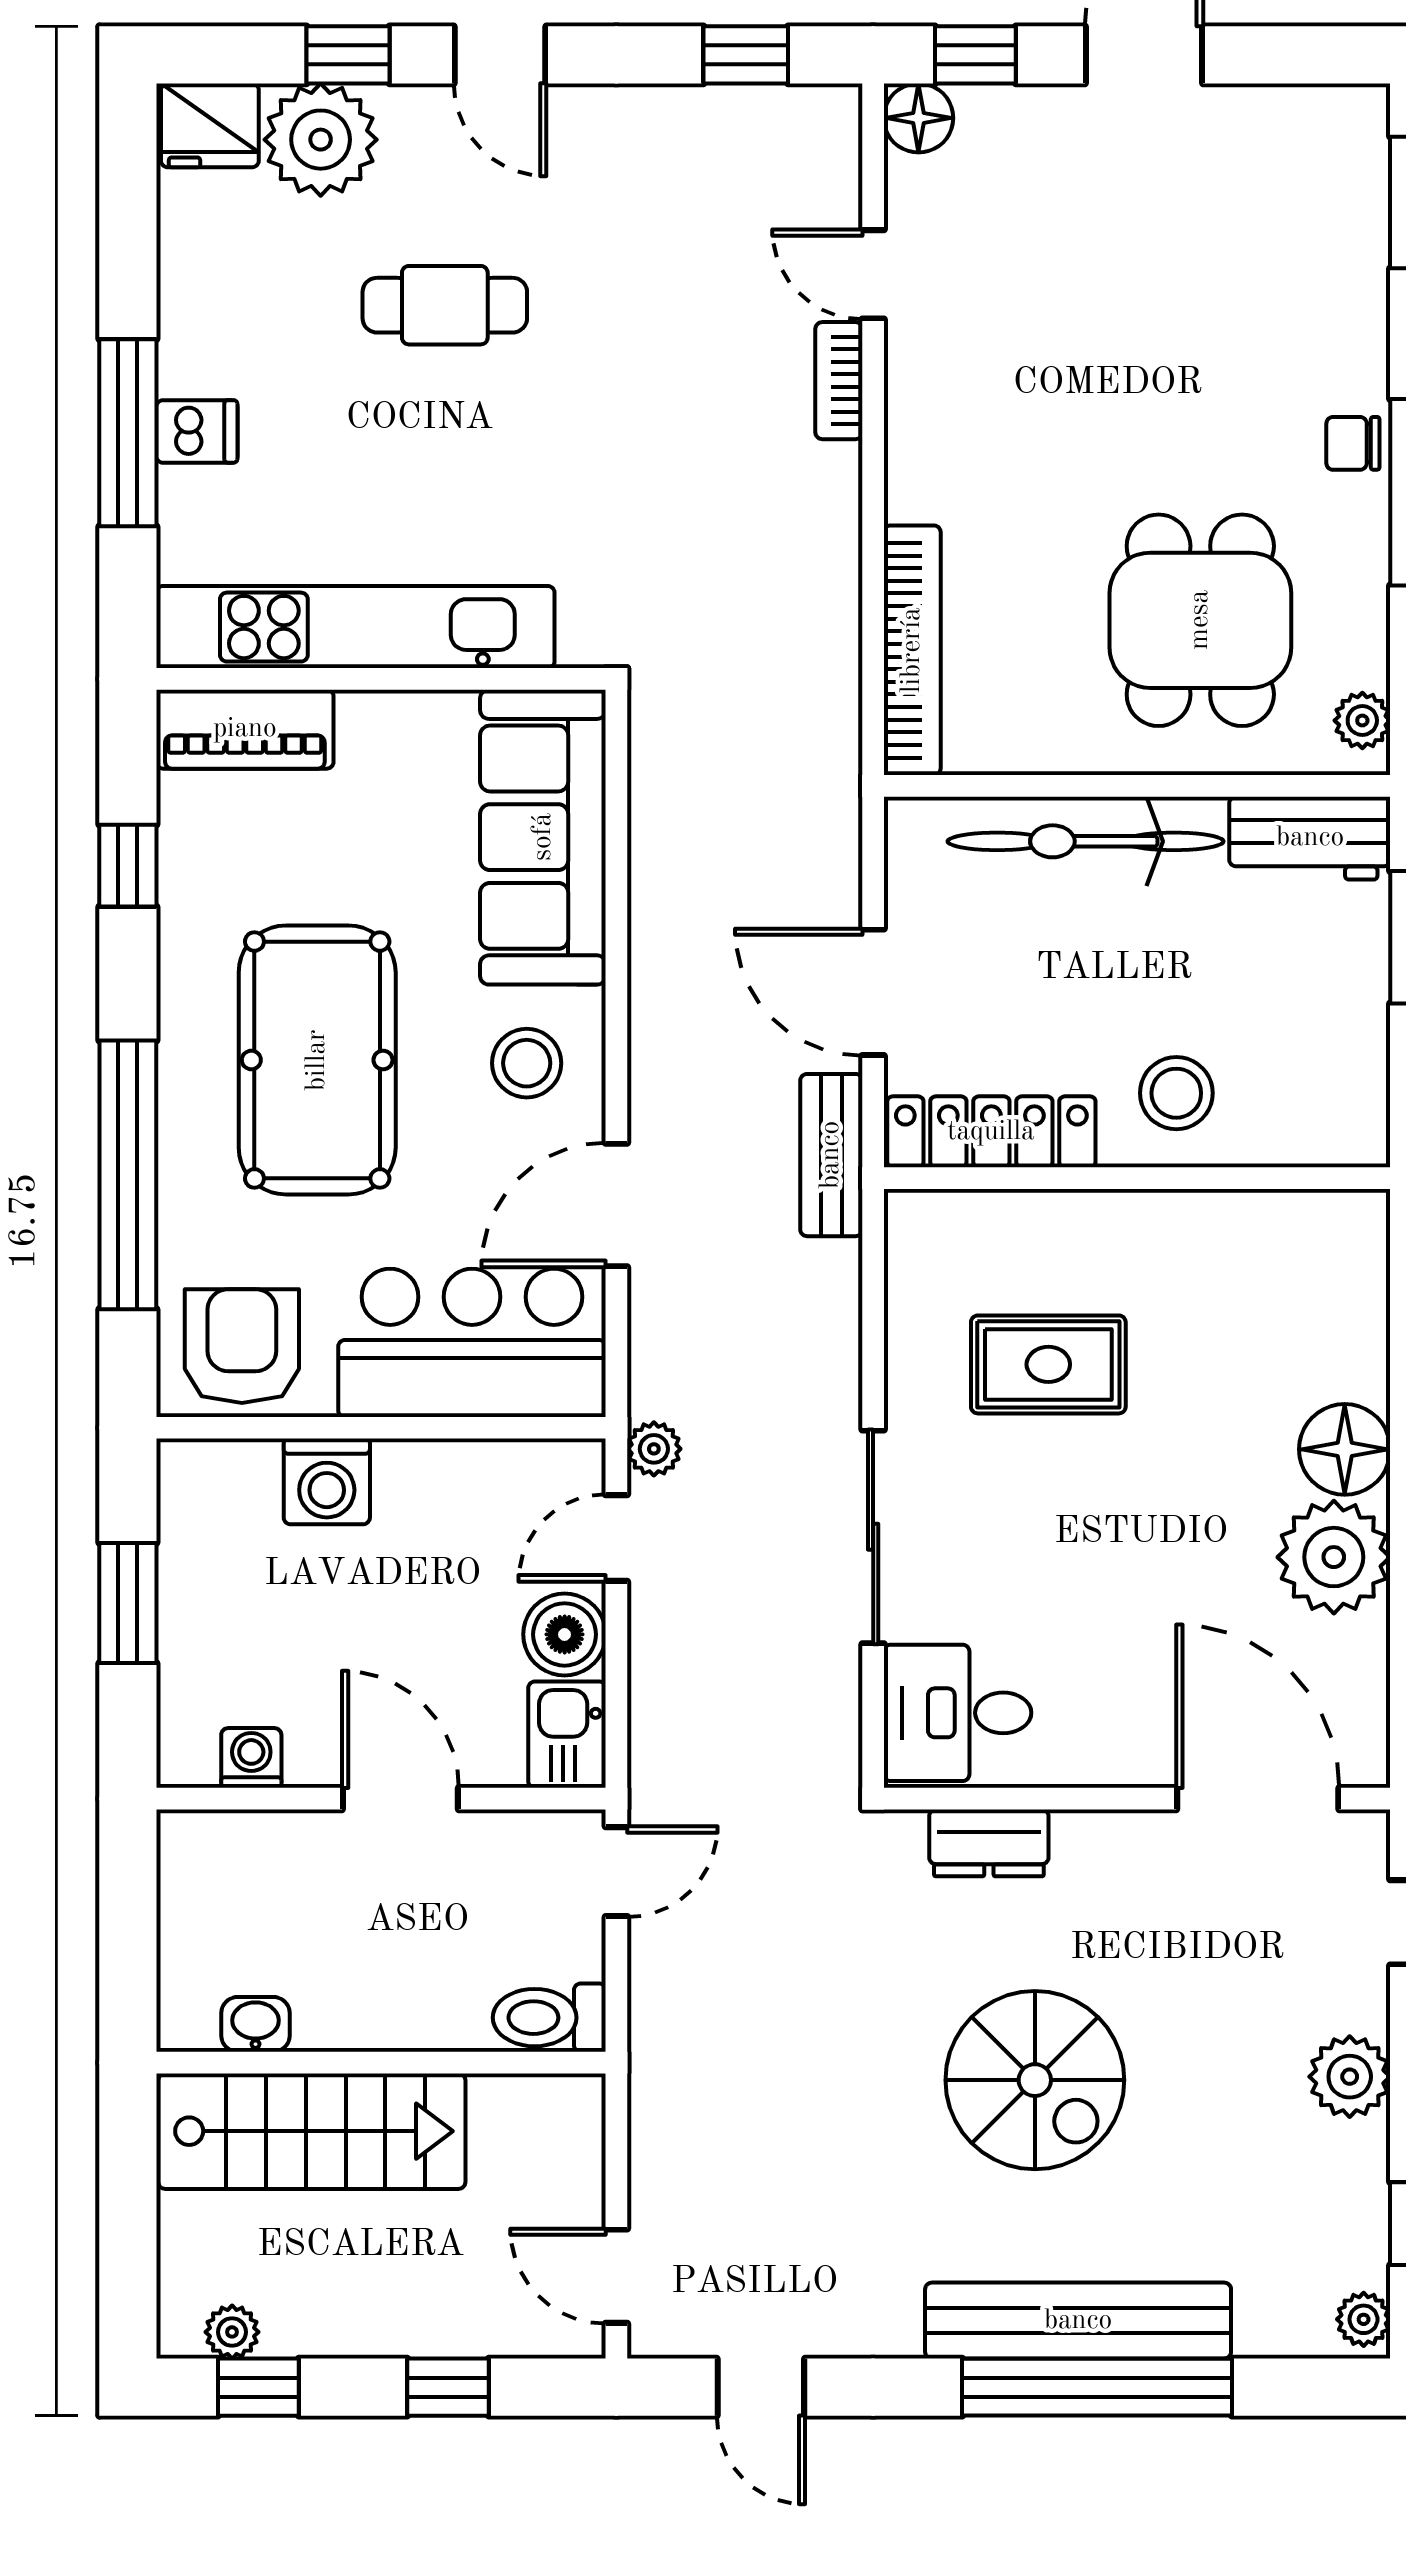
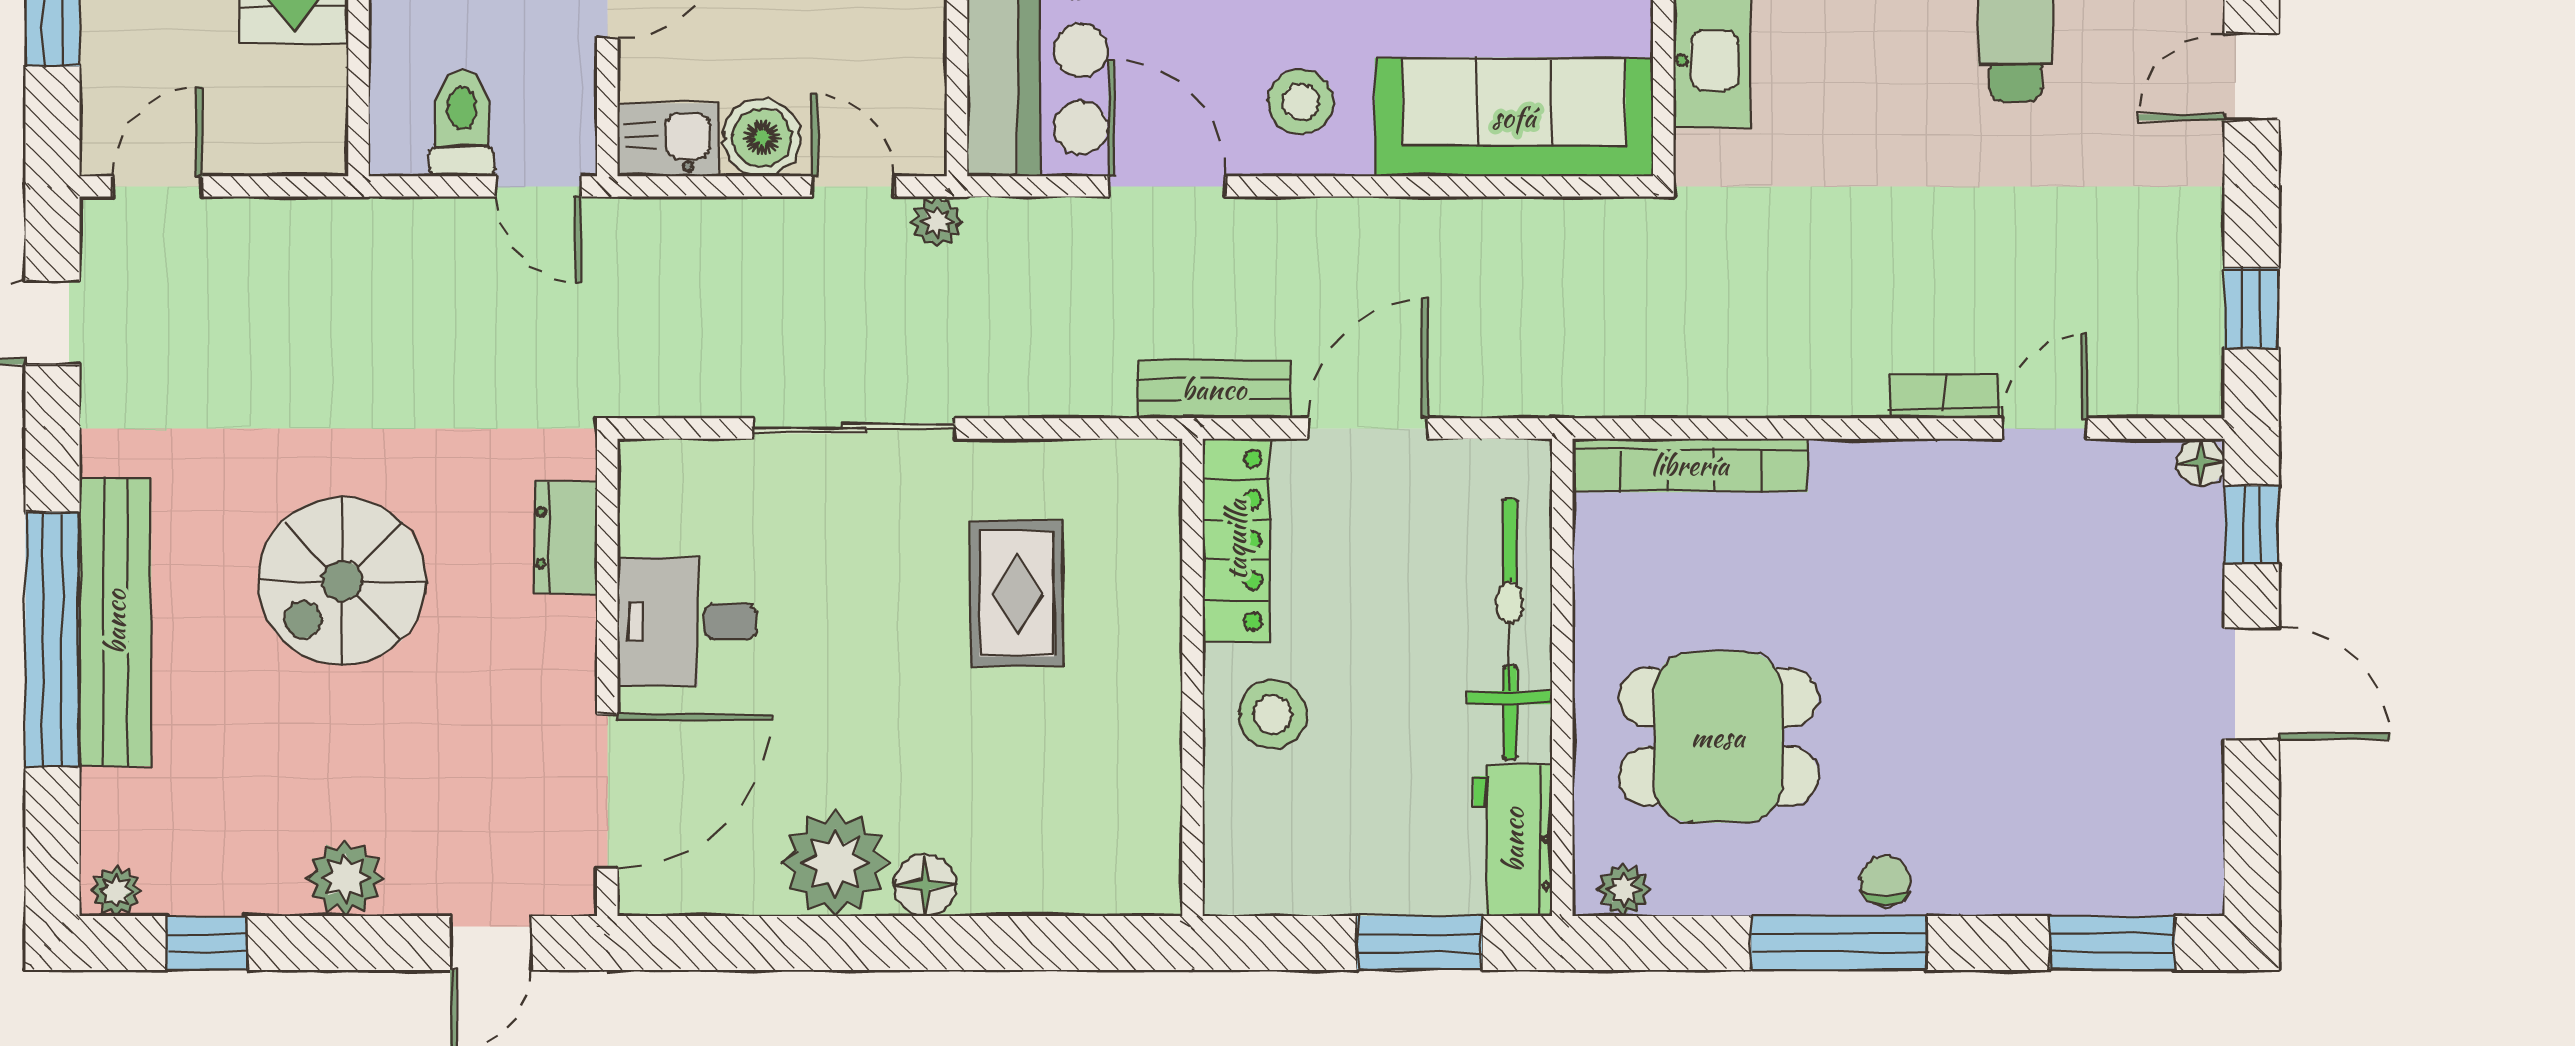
floor lamp: (918, 118) -> (2201, 462), width x0.73, depth x0.73
floor lamp: (1345, 1449) -> (925, 885), width x0.73, depth x0.73
desk: (957, 1713) -> (687, 622), moved, turned -90
toilet: (549, 2018) -> (462, 123), moved

